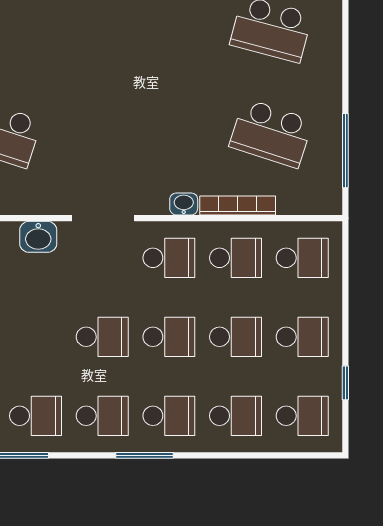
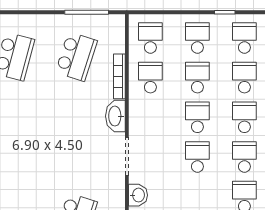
washbasin: (184, 204) -> (115, 116), width x1.91, depth x1.45
school desk: (169, 258) -> (150, 117), removed

